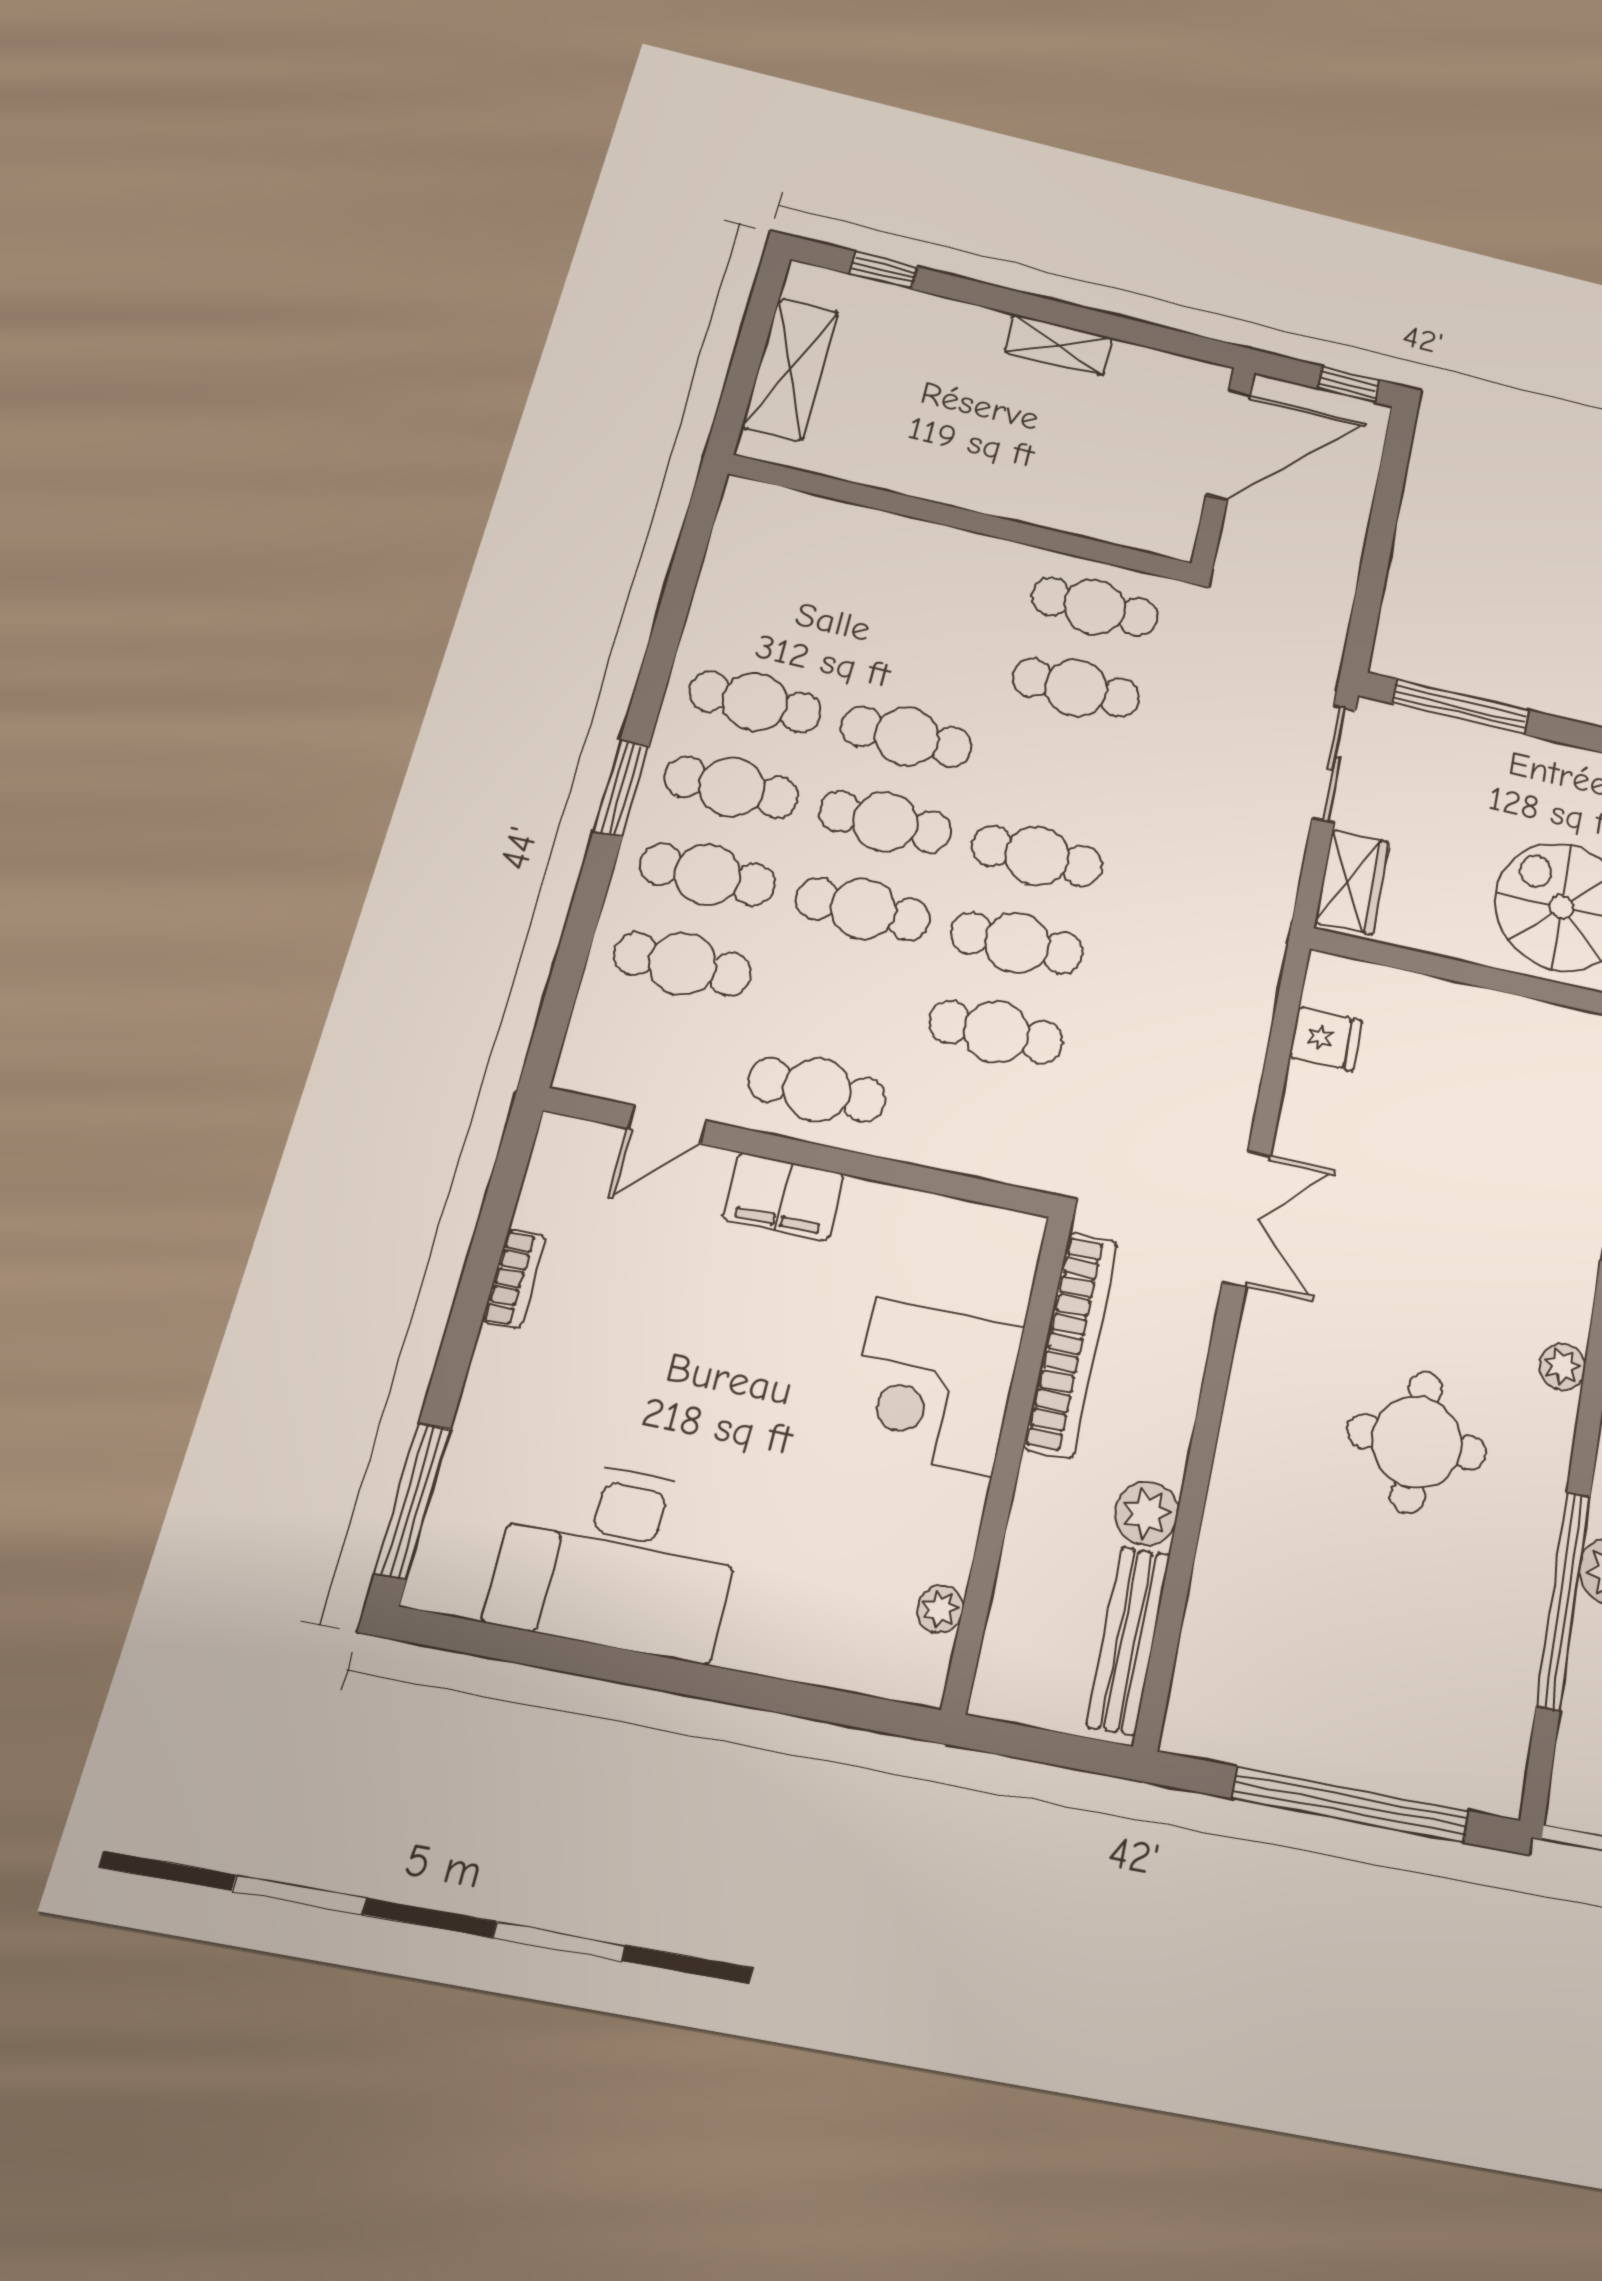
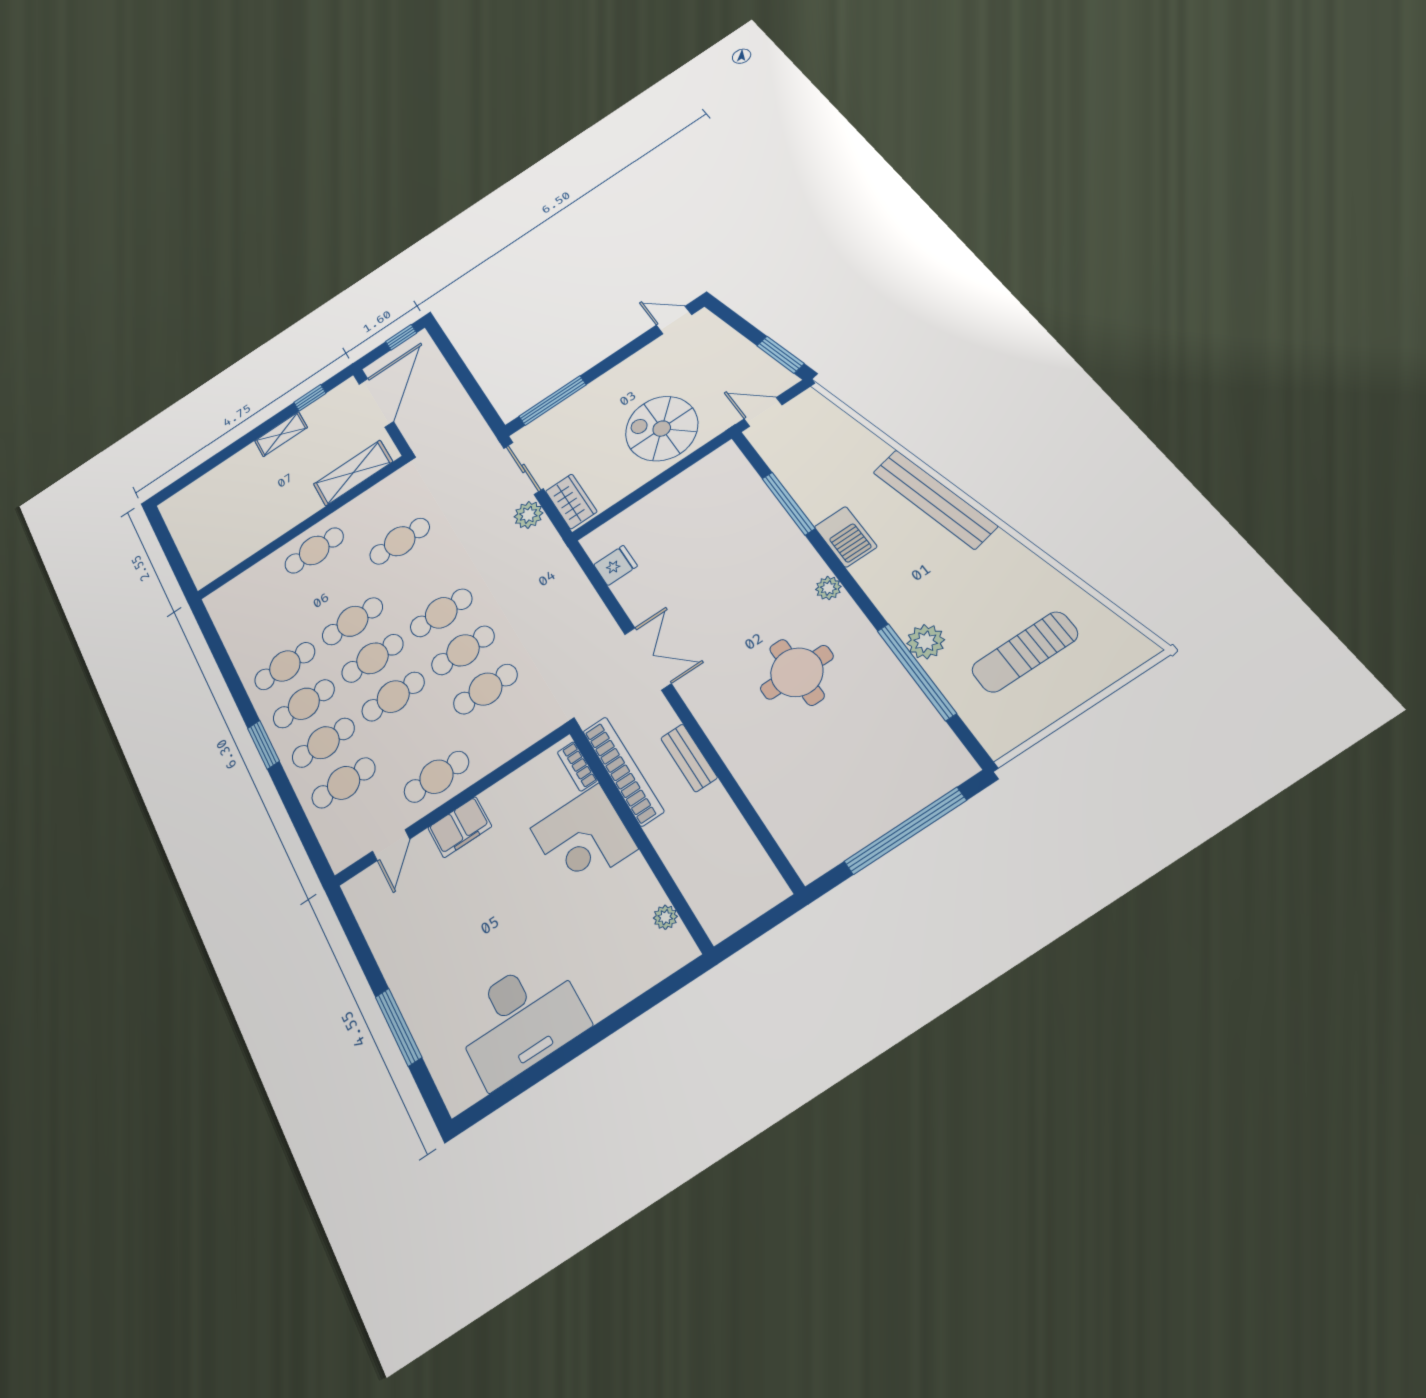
window: (884, 270) -> (310, 398), moved
shelving: (790, 369) -> (353, 473), moved, turned 90
cafe table: (1095, 607) -> (314, 550), moved
bookcase: (514, 1279) -> (577, 766), moved, turned 180
window: (413, 1501) -> (398, 1027), moved
plant: (1147, 1514) -> (528, 515), moved
bench: (1128, 1640) -> (689, 758), moved, width x0.73

